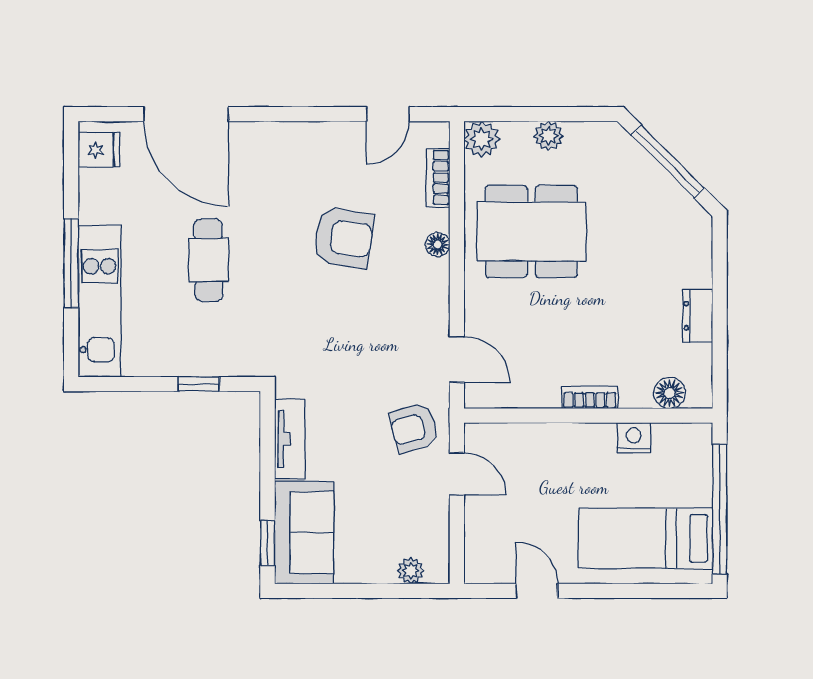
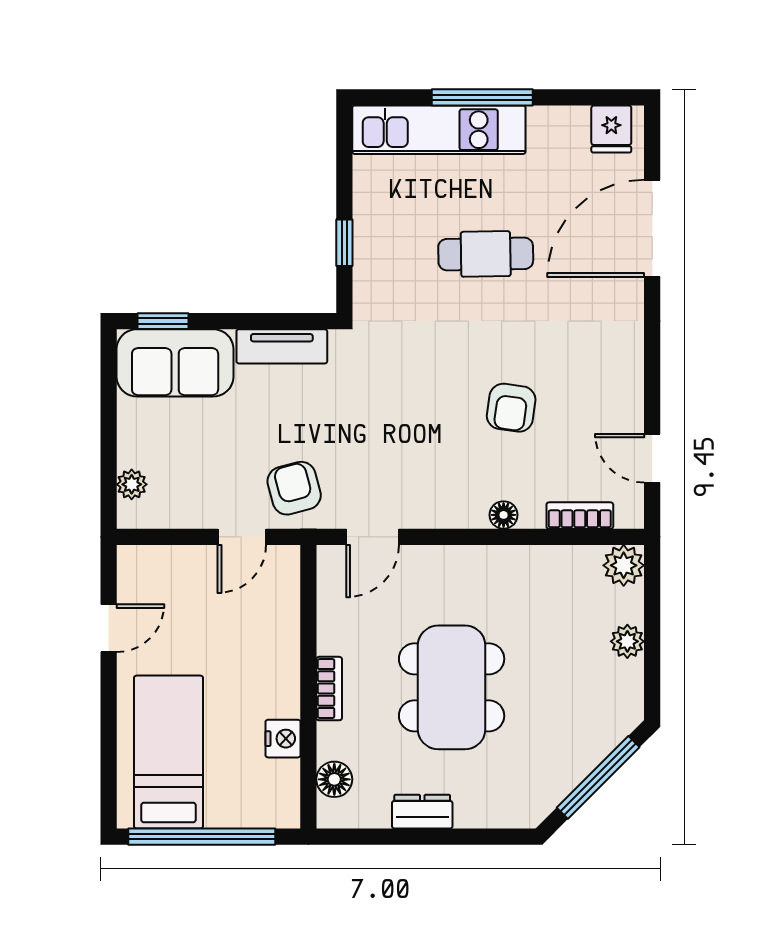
dining table: (531, 231) -> (452, 687), moved
armchair: (344, 238) -> (511, 408), width x0.72, depth x0.72

